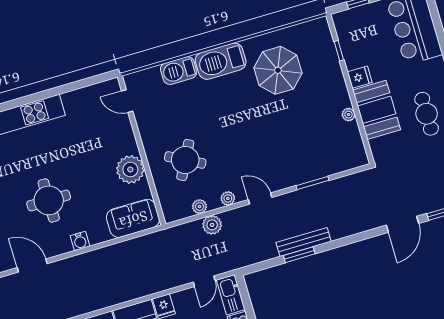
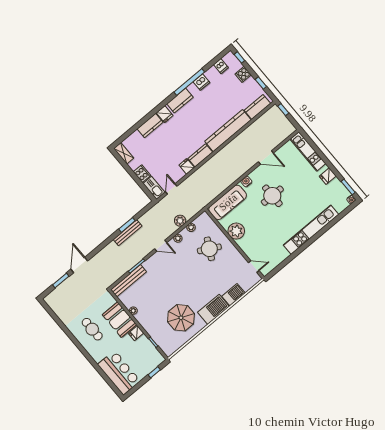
bench: (335, 165) -> (129, 281), added
sofa: (133, 218) -> (228, 202), width x1.36

